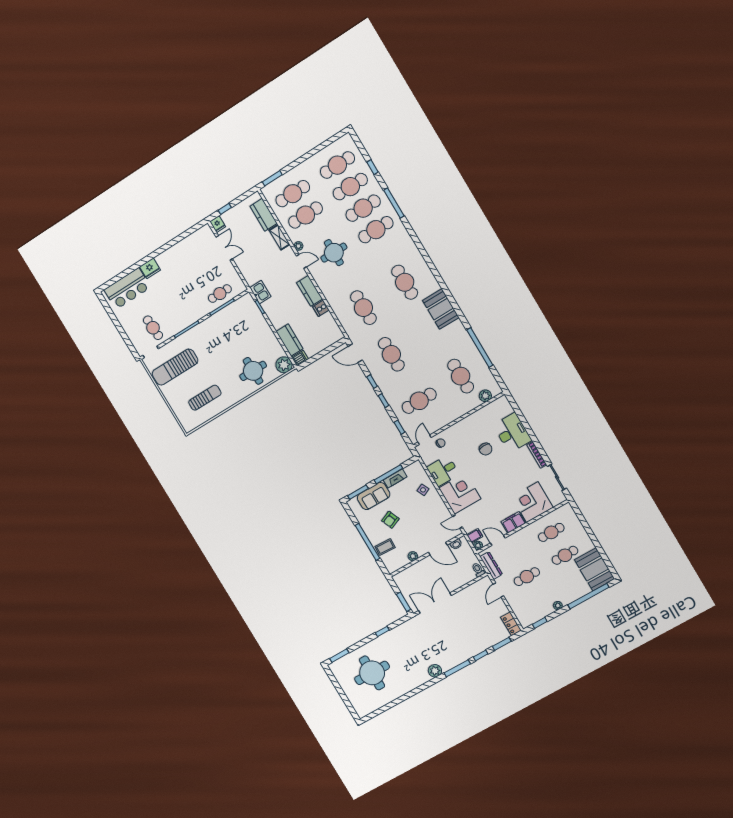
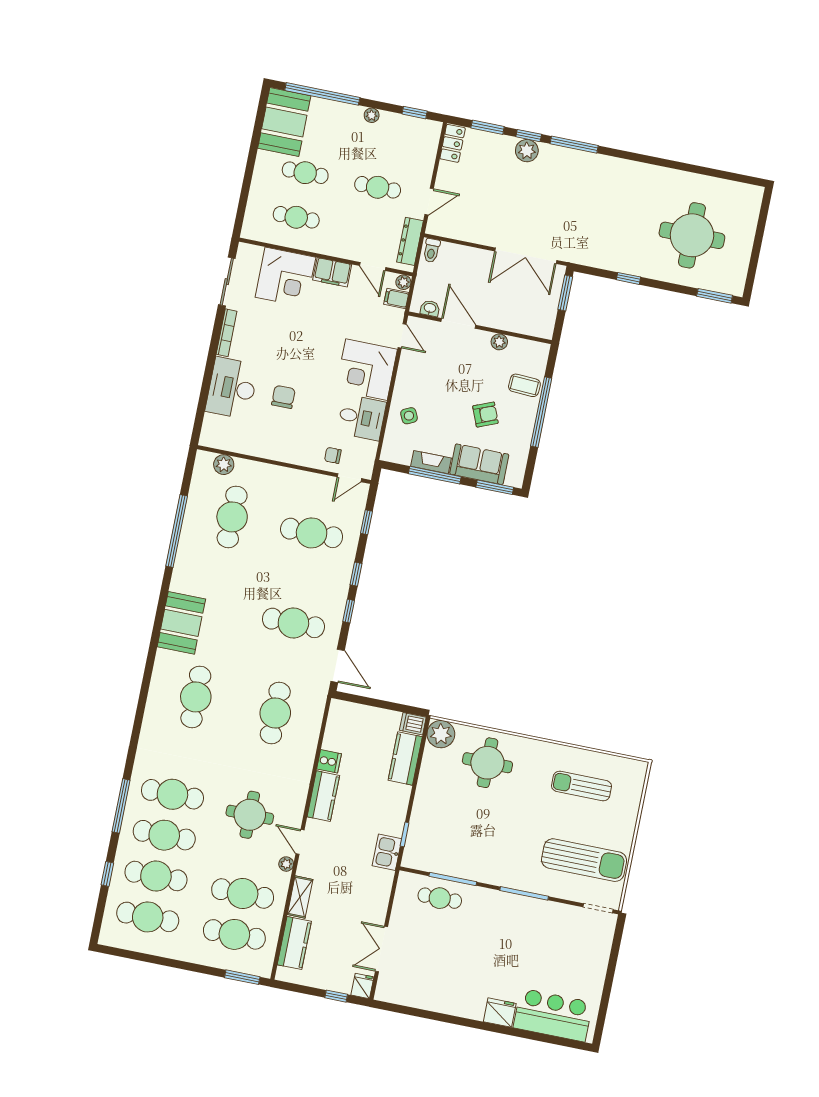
cafe table: (153, 328) -> (566, 936), removed
cafe table: (391, 354) -> (293, 623), turned 90
plant: (435, 671) -> (527, 151), moved

